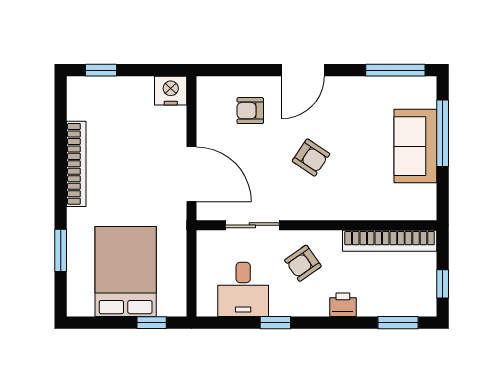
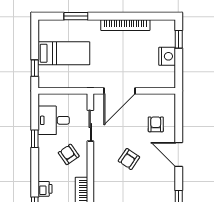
nightstand: (171, 91) -> (167, 56), moved
bed: (126, 271) -> (64, 53), width x0.67
printer: (343, 305) -> (45, 189), moved

